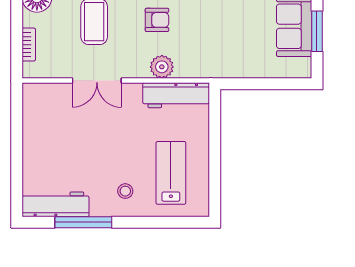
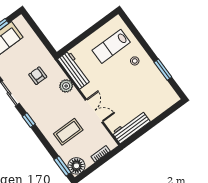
armchair: (157, 20) -> (38, 76), moved
workbench: (55, 204) -> (131, 127), moved, turned 90
window: (83, 222) -> (163, 70), width x0.69

